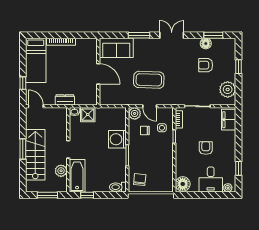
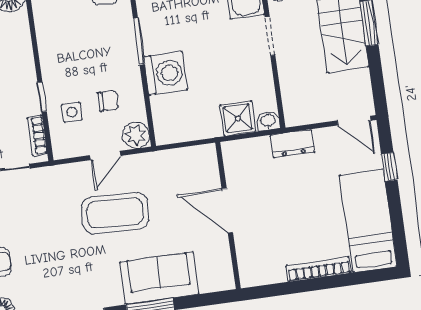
sofa: (116, 48) -> (159, 278), moved
door: (150, 106) -> (105, 156), swing flipped

